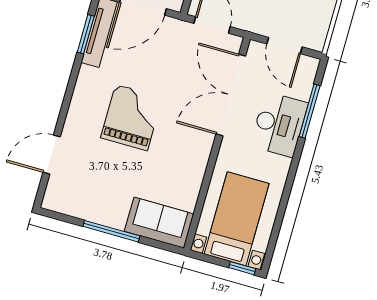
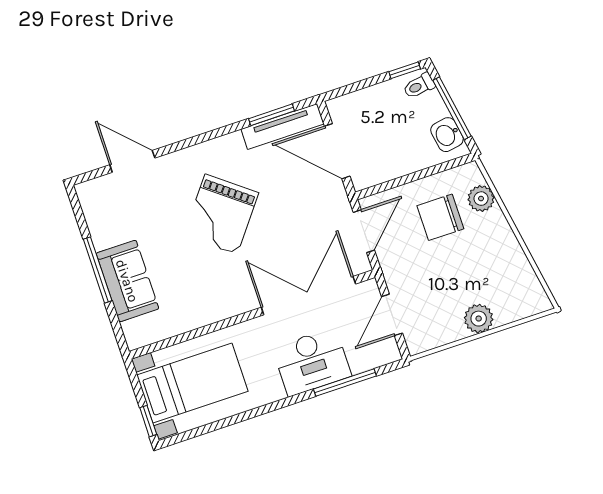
grand piano: (131, 117) -> (221, 214), turned 128
sofa: (159, 223) -> (127, 281), moved

